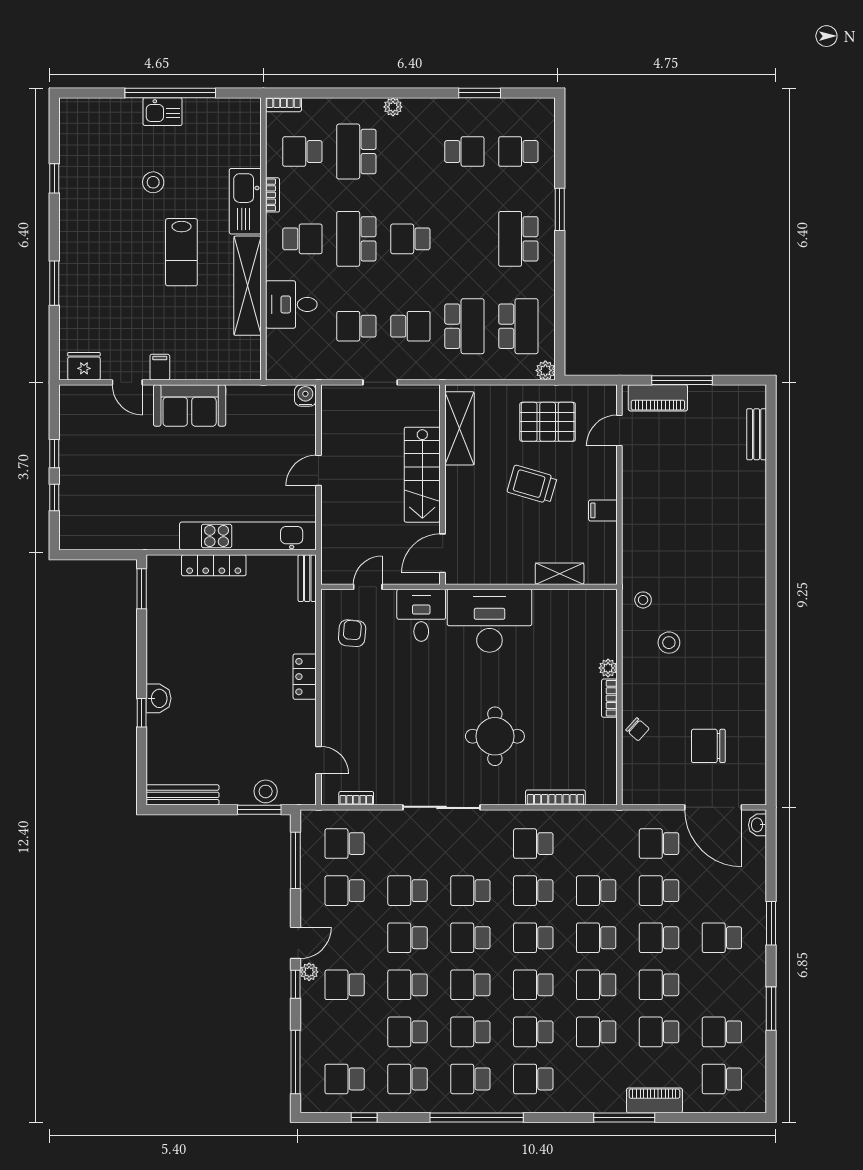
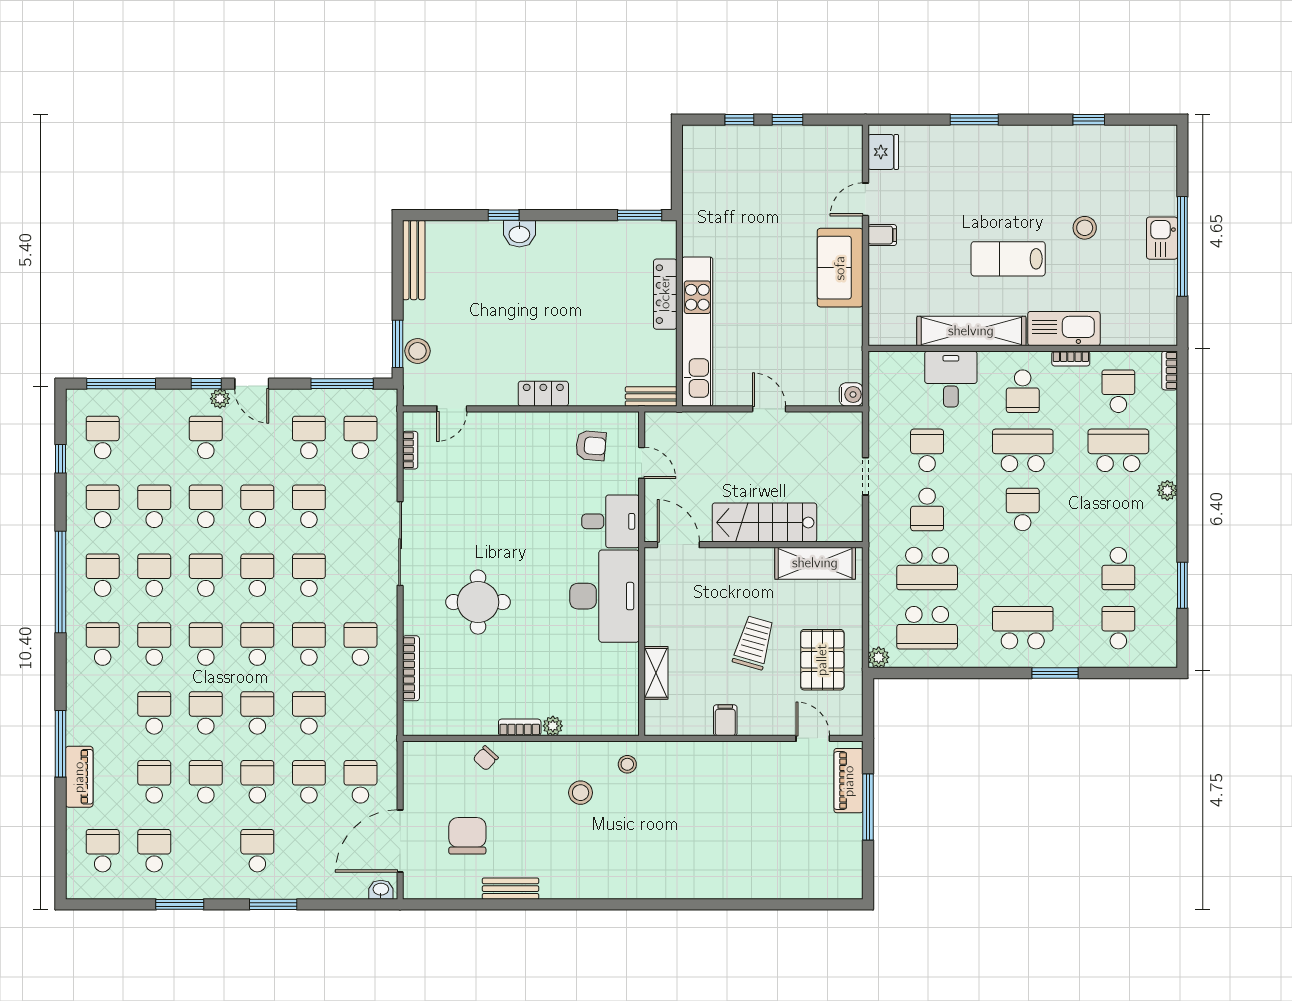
bench: (757, 434) -> (510, 889), moved

